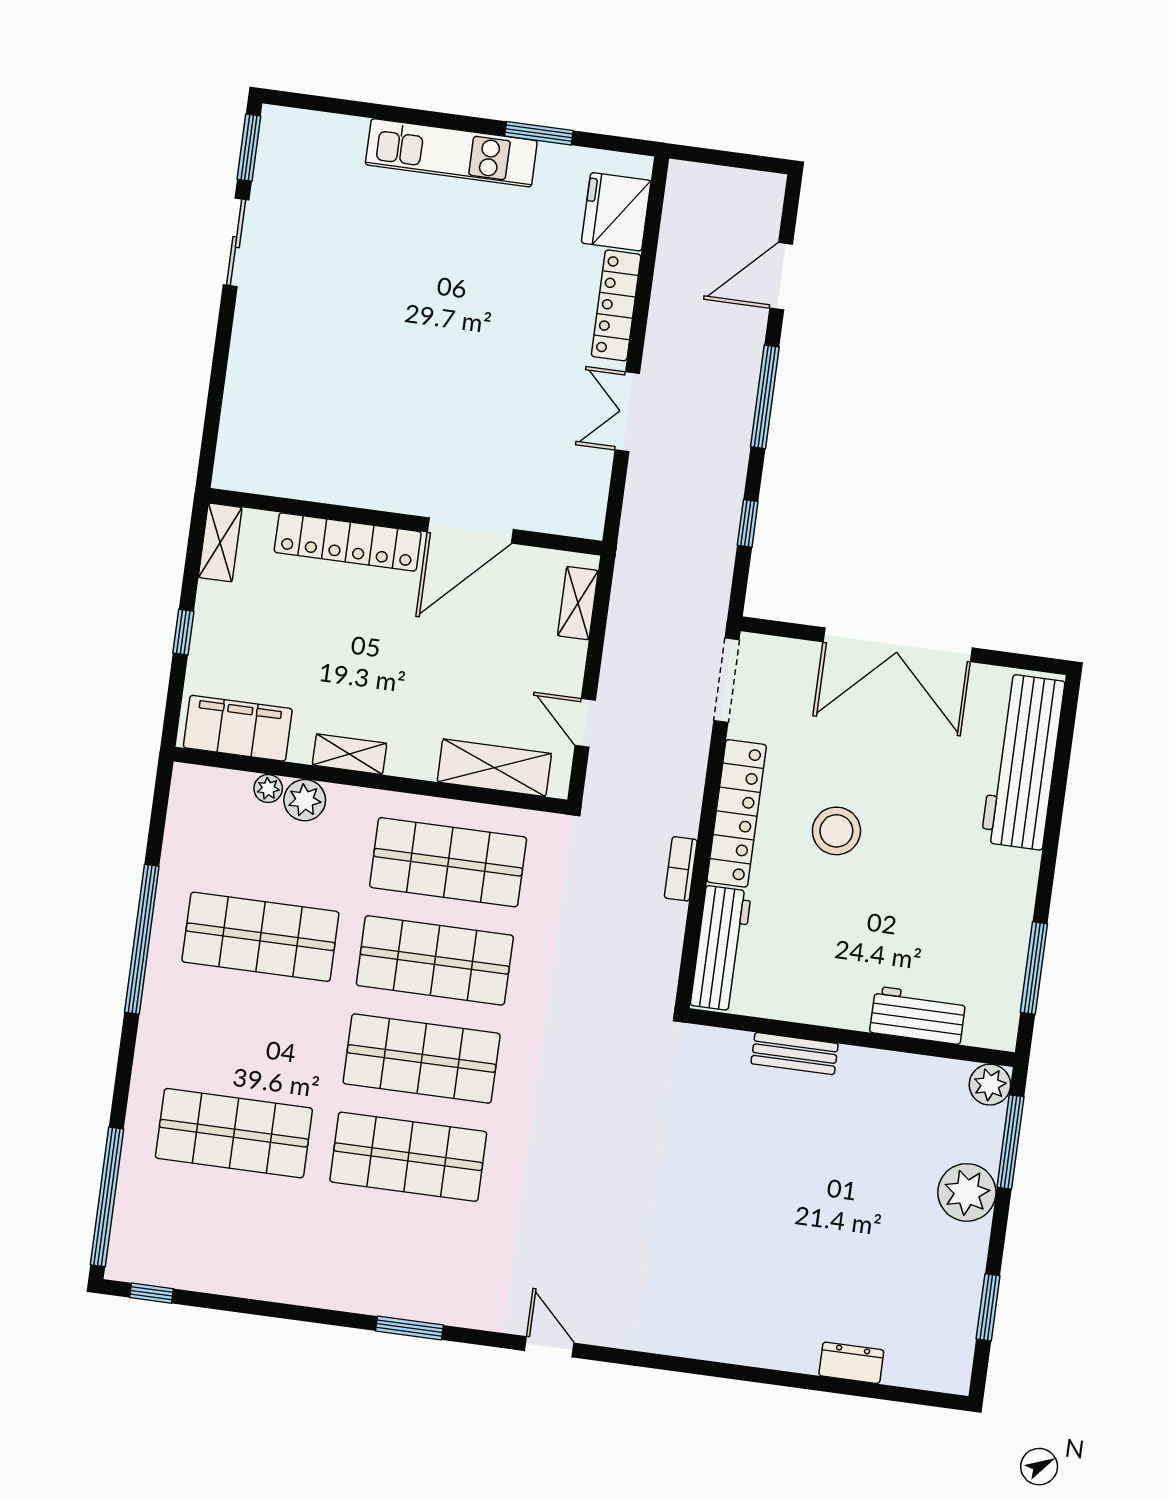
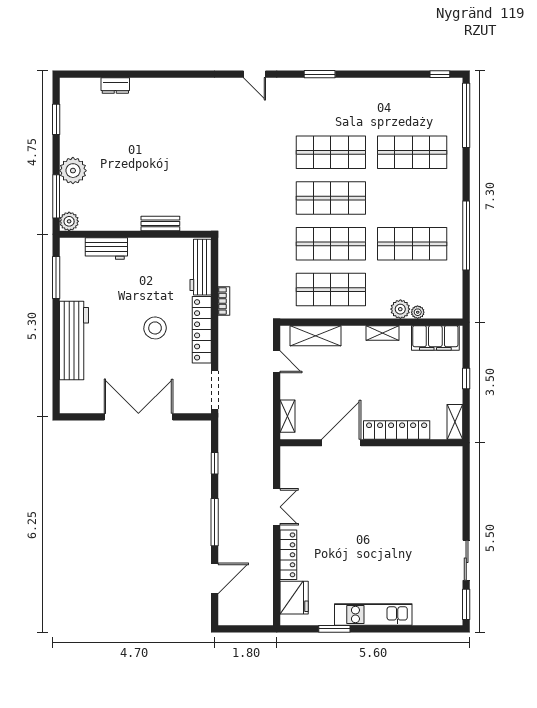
workbench: (1023, 762) -> (74, 341), moved

